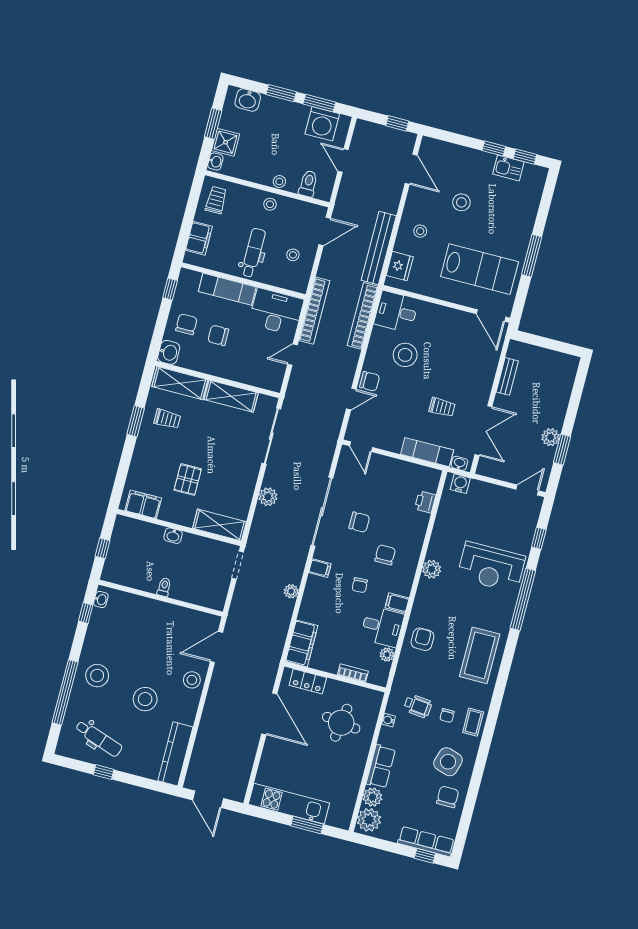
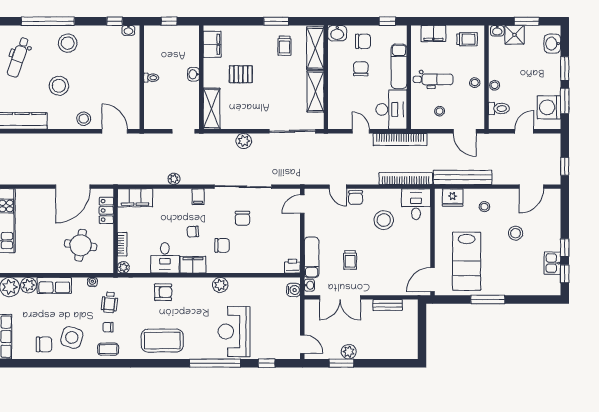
printer: (425, 502) -> (292, 266), moved
filing cabinet: (397, 603) -> (193, 265), width x2.00
plant: (387, 655) -> (123, 267), moved

